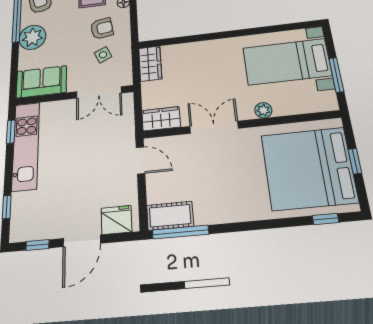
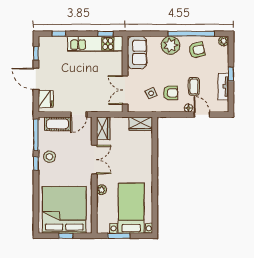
armchair: (102, 28) -> (171, 93), turned -81
stool: (217, 204) -> (49, 157), added
cot: (170, 216) -> (57, 124), moved, turned 90
window: (326, 219) -> (36, 163), moved

